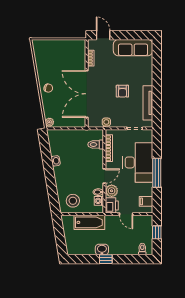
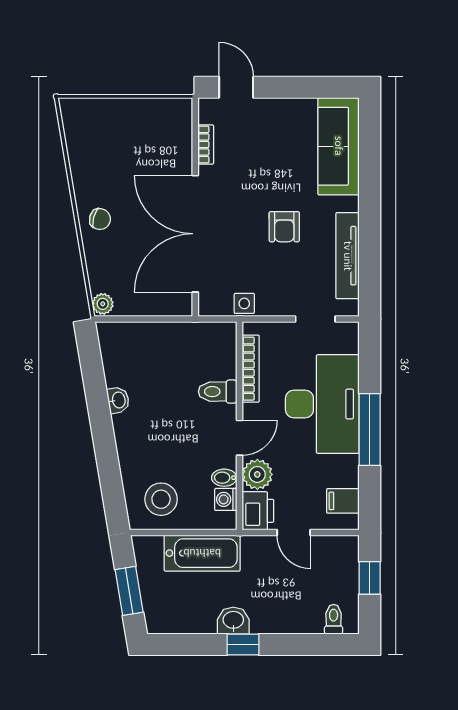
sofa: (133, 48) -> (339, 146), moved, turned 90
toilet: (96, 144) -> (218, 392), moved
window: (60, 238) -> (129, 591), added

